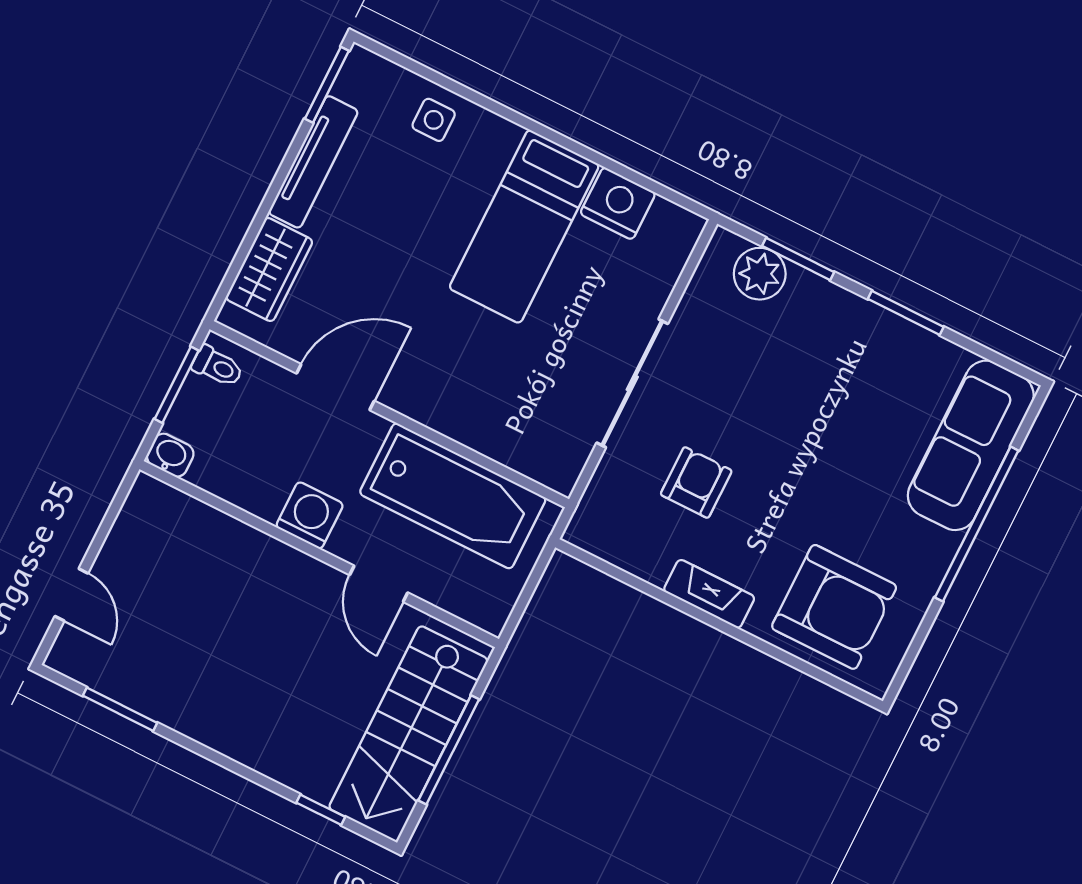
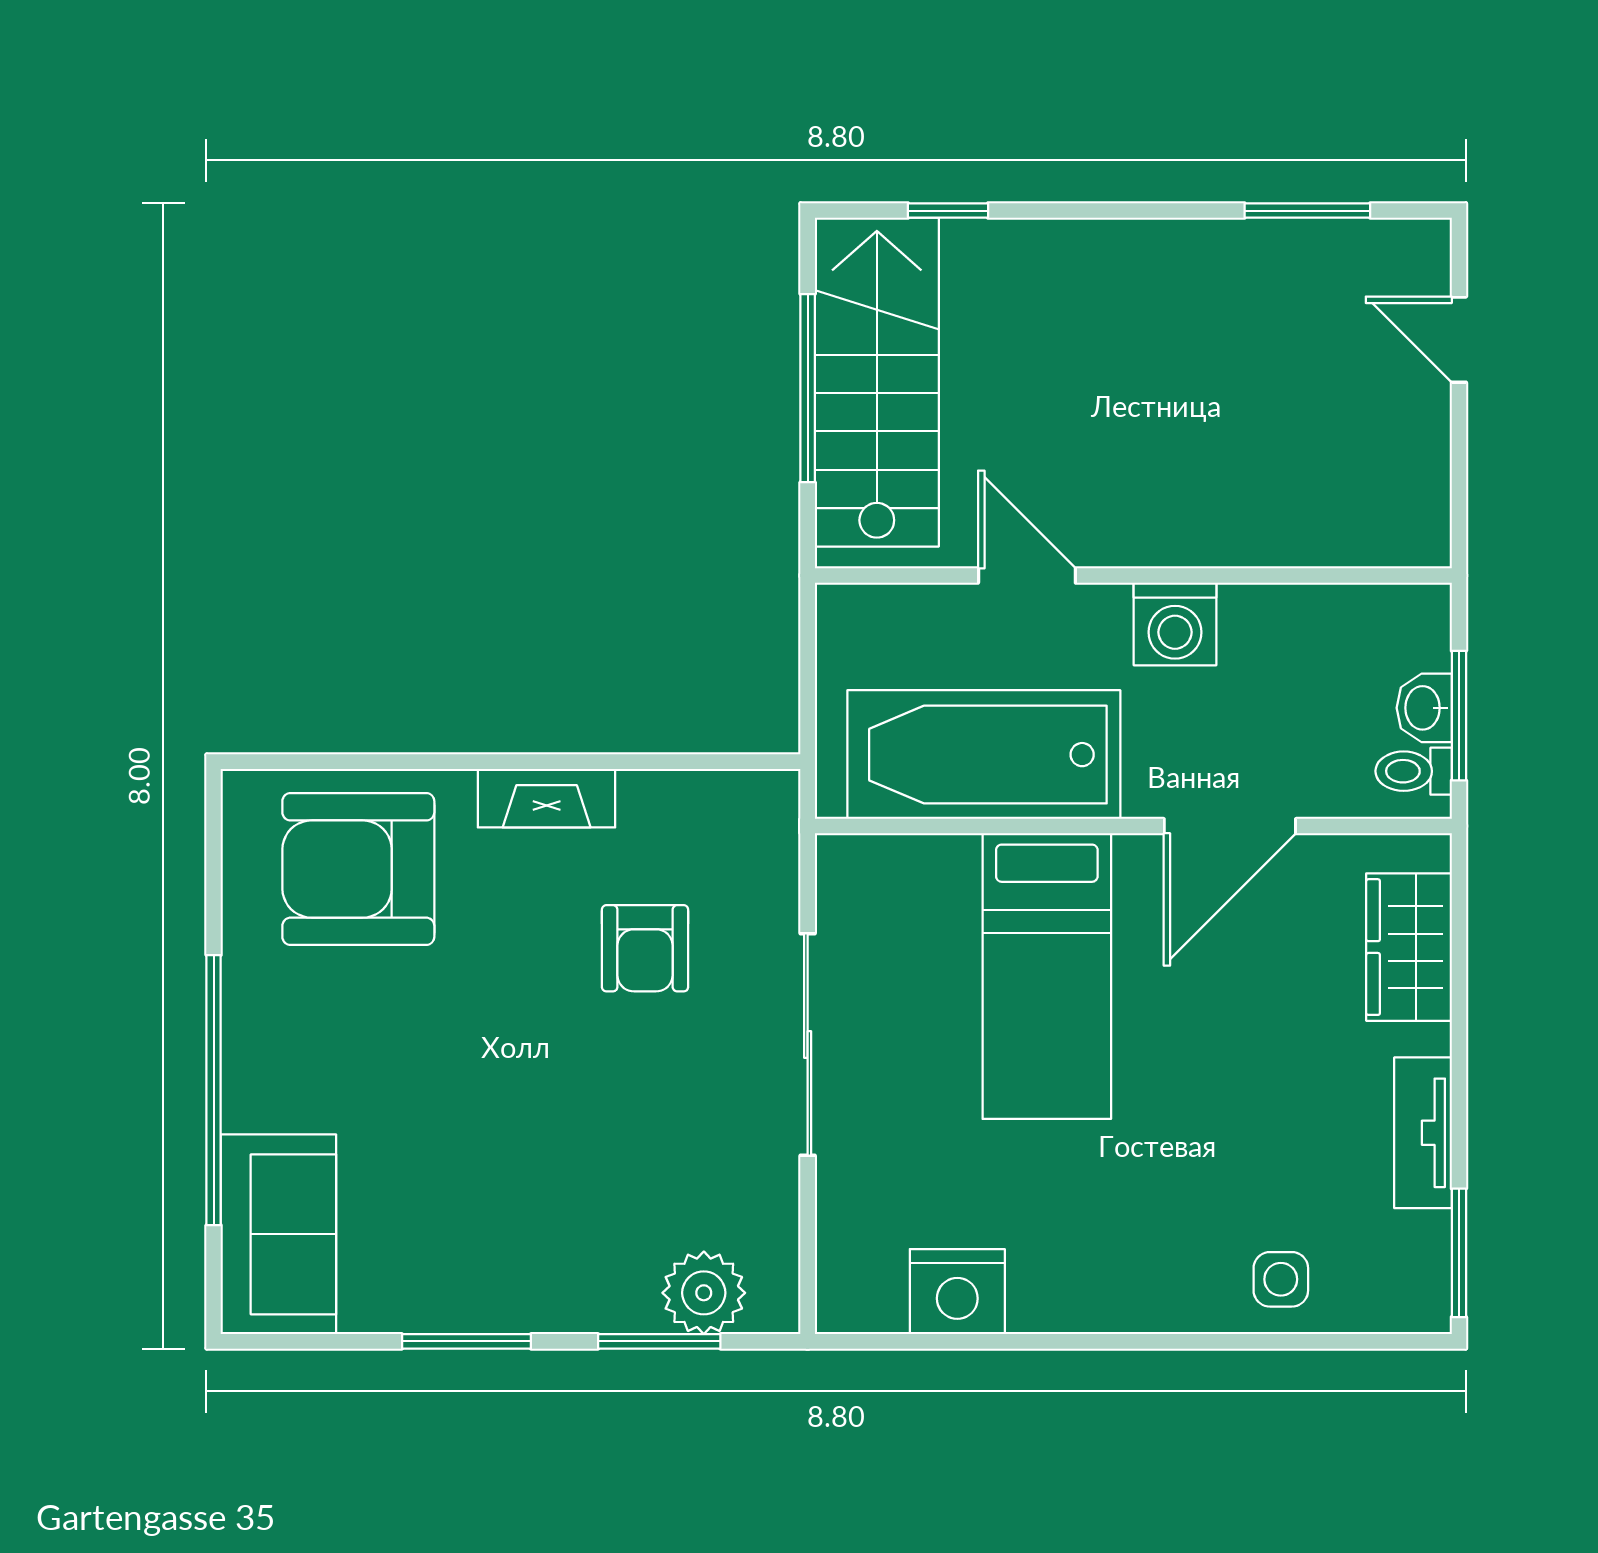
tv unit: (313, 162) -> (1423, 1133), width x0.71
bed: (524, 227) -> (1047, 976), moved, turned 180
sofa: (971, 445) -> (278, 1234), width x0.73
washbasin: (170, 455) -> (1424, 708), moved, turned 90

